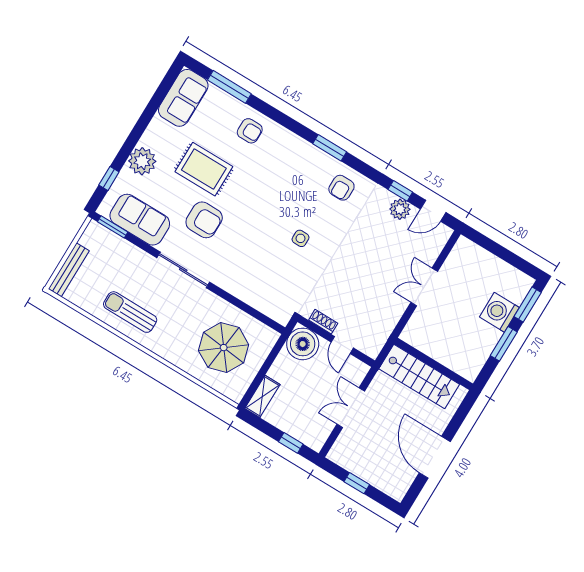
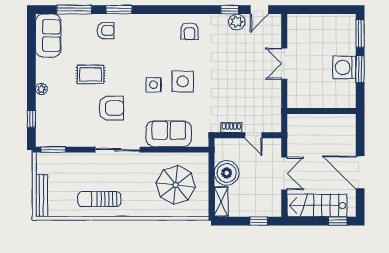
window: (330, 148) -> (119, 10), moved
plant: (142, 161) -> (41, 89), width x0.53, depth x0.53
rug: (204, 169) -> (91, 74), width x0.73, depth x0.70
sofa: (140, 220) -> (169, 134), moved
side table: (266, 223) -> (153, 85), added
side table: (301, 238) -> (183, 81), width x1.87, depth x1.87
washing machine: (499, 312) -> (344, 67), moved
boiler: (303, 344) -> (227, 173), moved
stairs: (419, 376) -> (317, 205), moved, turned 180
double door: (351, 408) -> (284, 173), swing flipped
window: (357, 483) -> (338, 221), moved

